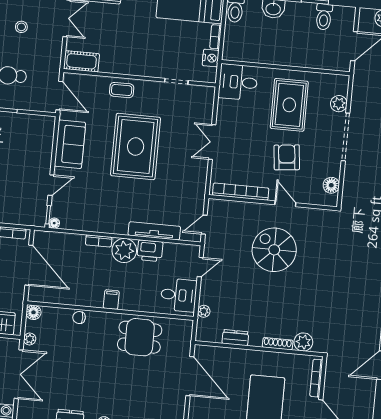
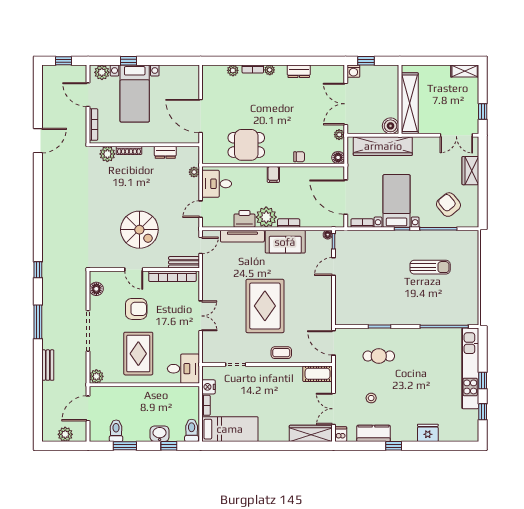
plant: (339, 104) -> (96, 376), moved
sofa: (70, 144) -> (285, 242), moved, turned -90
armchair: (287, 157) -> (136, 309), turned -84
bench: (226, 207) -> (184, 262), added

